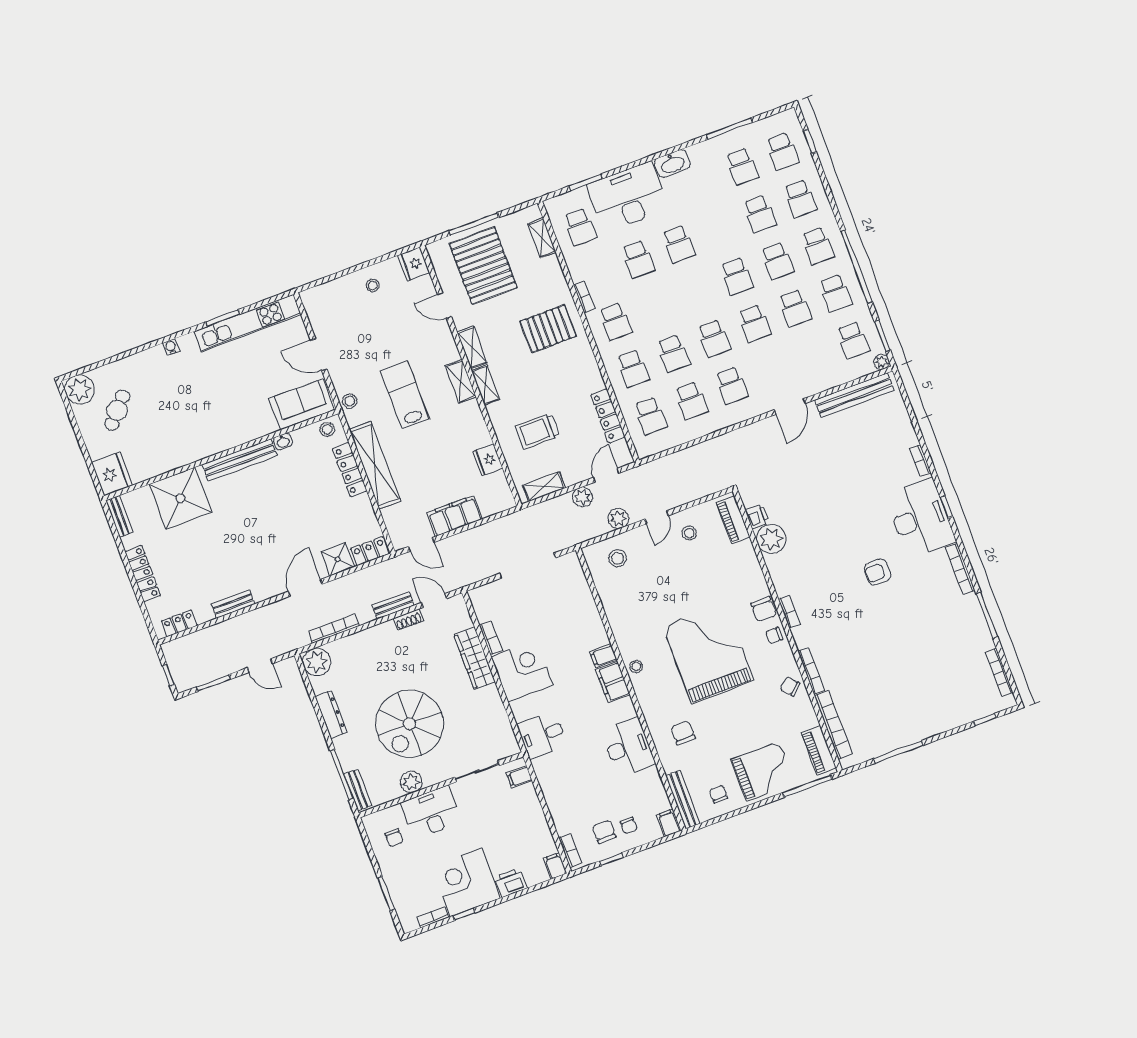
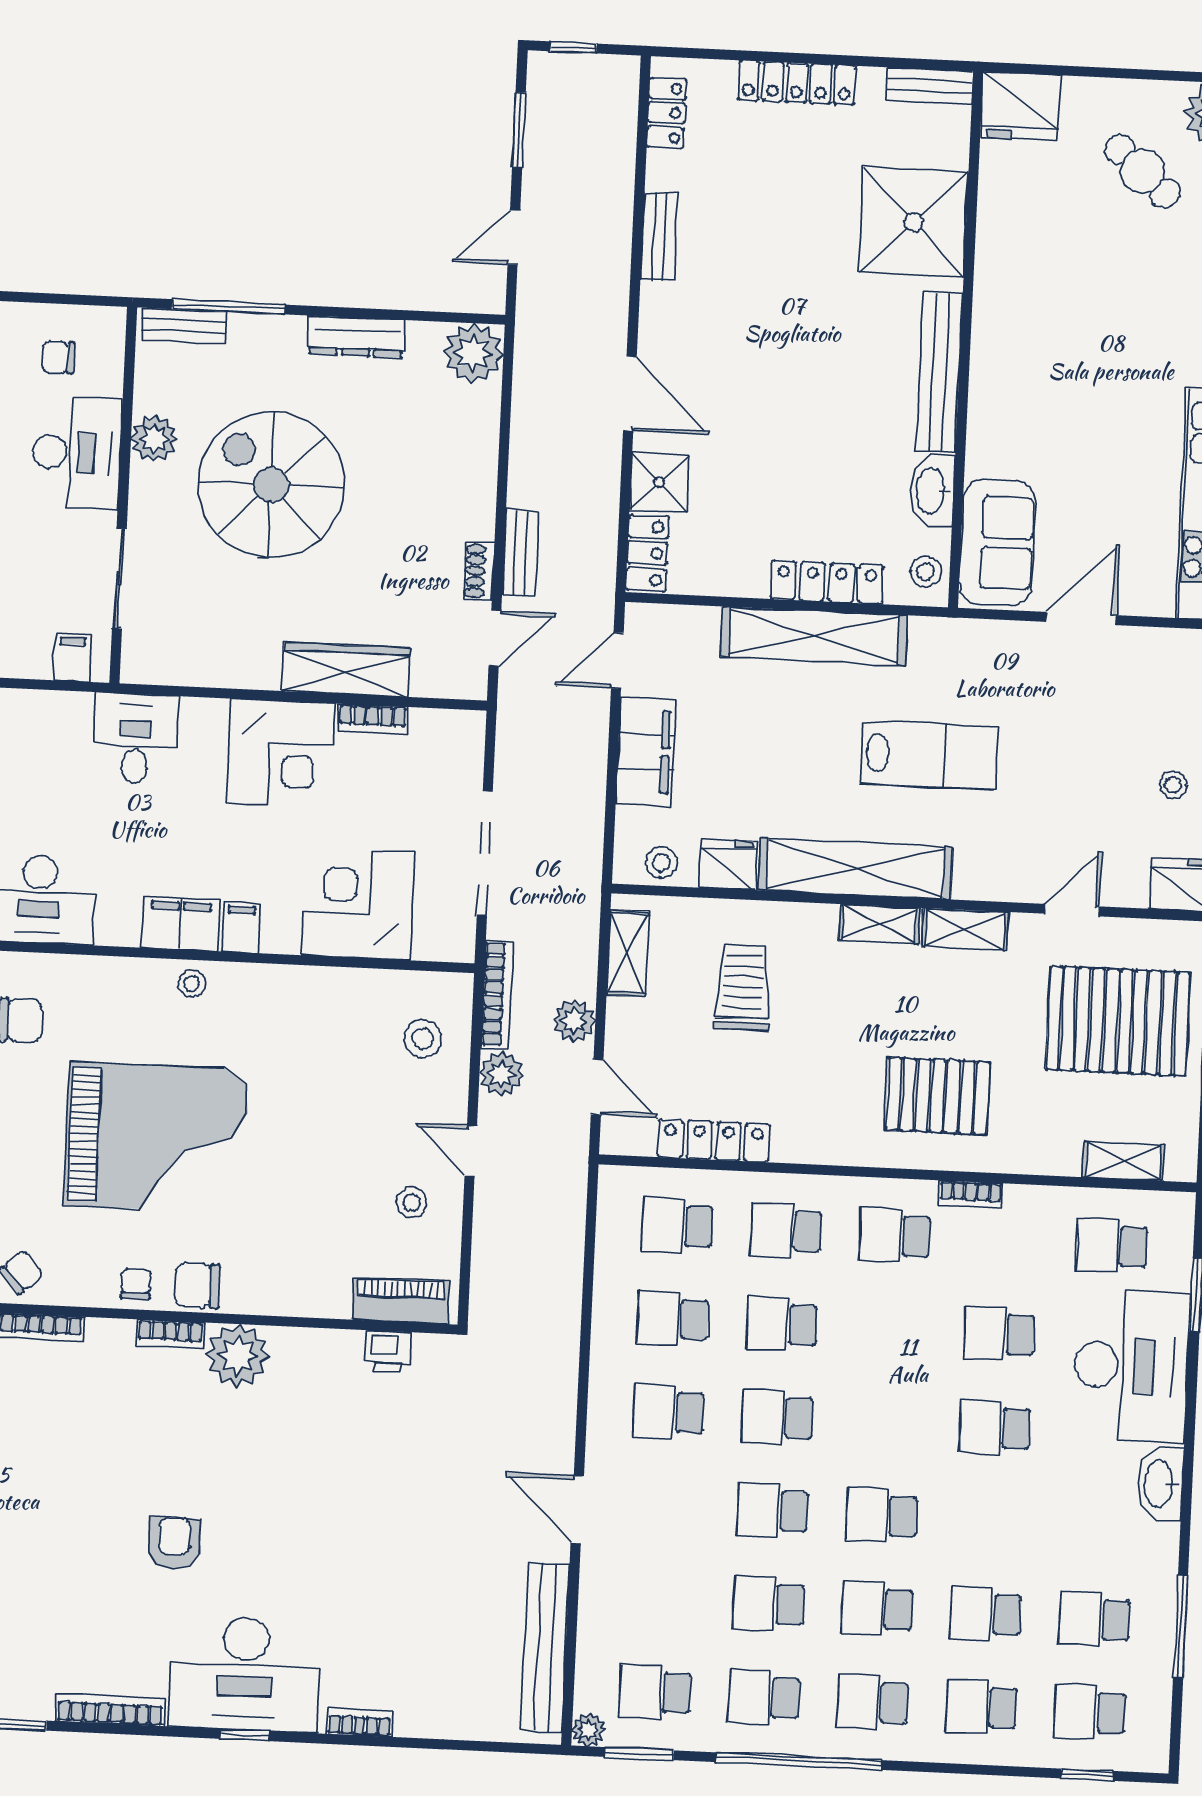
pallet: (548, 329) -> (938, 1096), turned 90
shelving: (461, 381) -> (856, 869), width x2.20, depth x1.33
stool: (350, 401) -> (661, 863), moved
washbasin: (283, 442) -> (932, 491), width x1.91, depth x1.45
plant: (771, 539) -> (238, 1356), moved
corner desk: (572, 610) -> (358, 904), added
bookcase: (334, 629) -> (497, 994), moved

